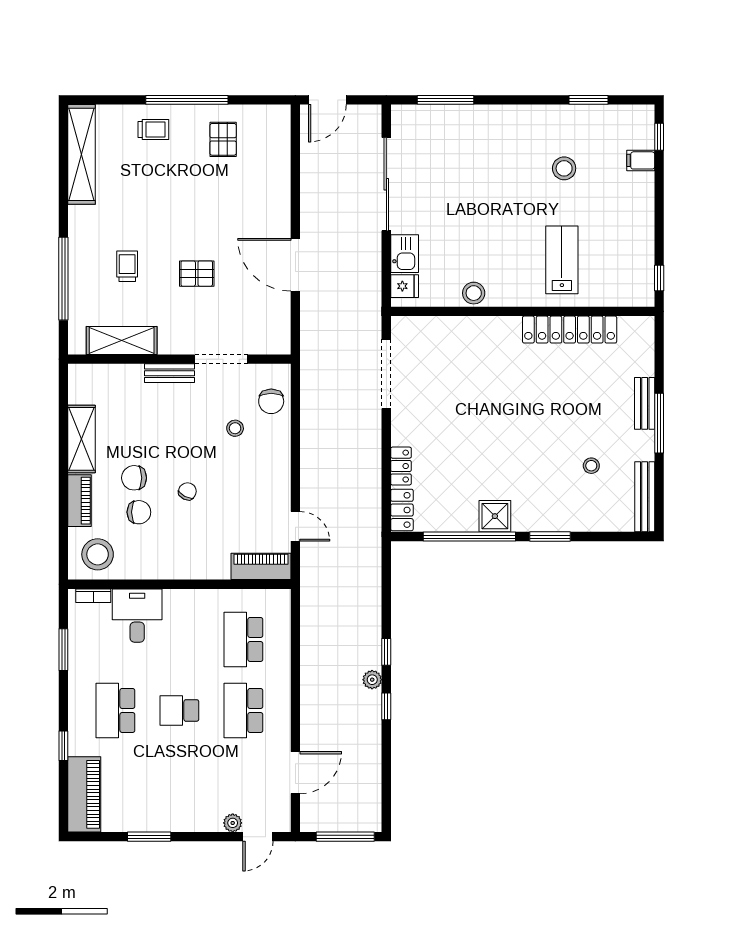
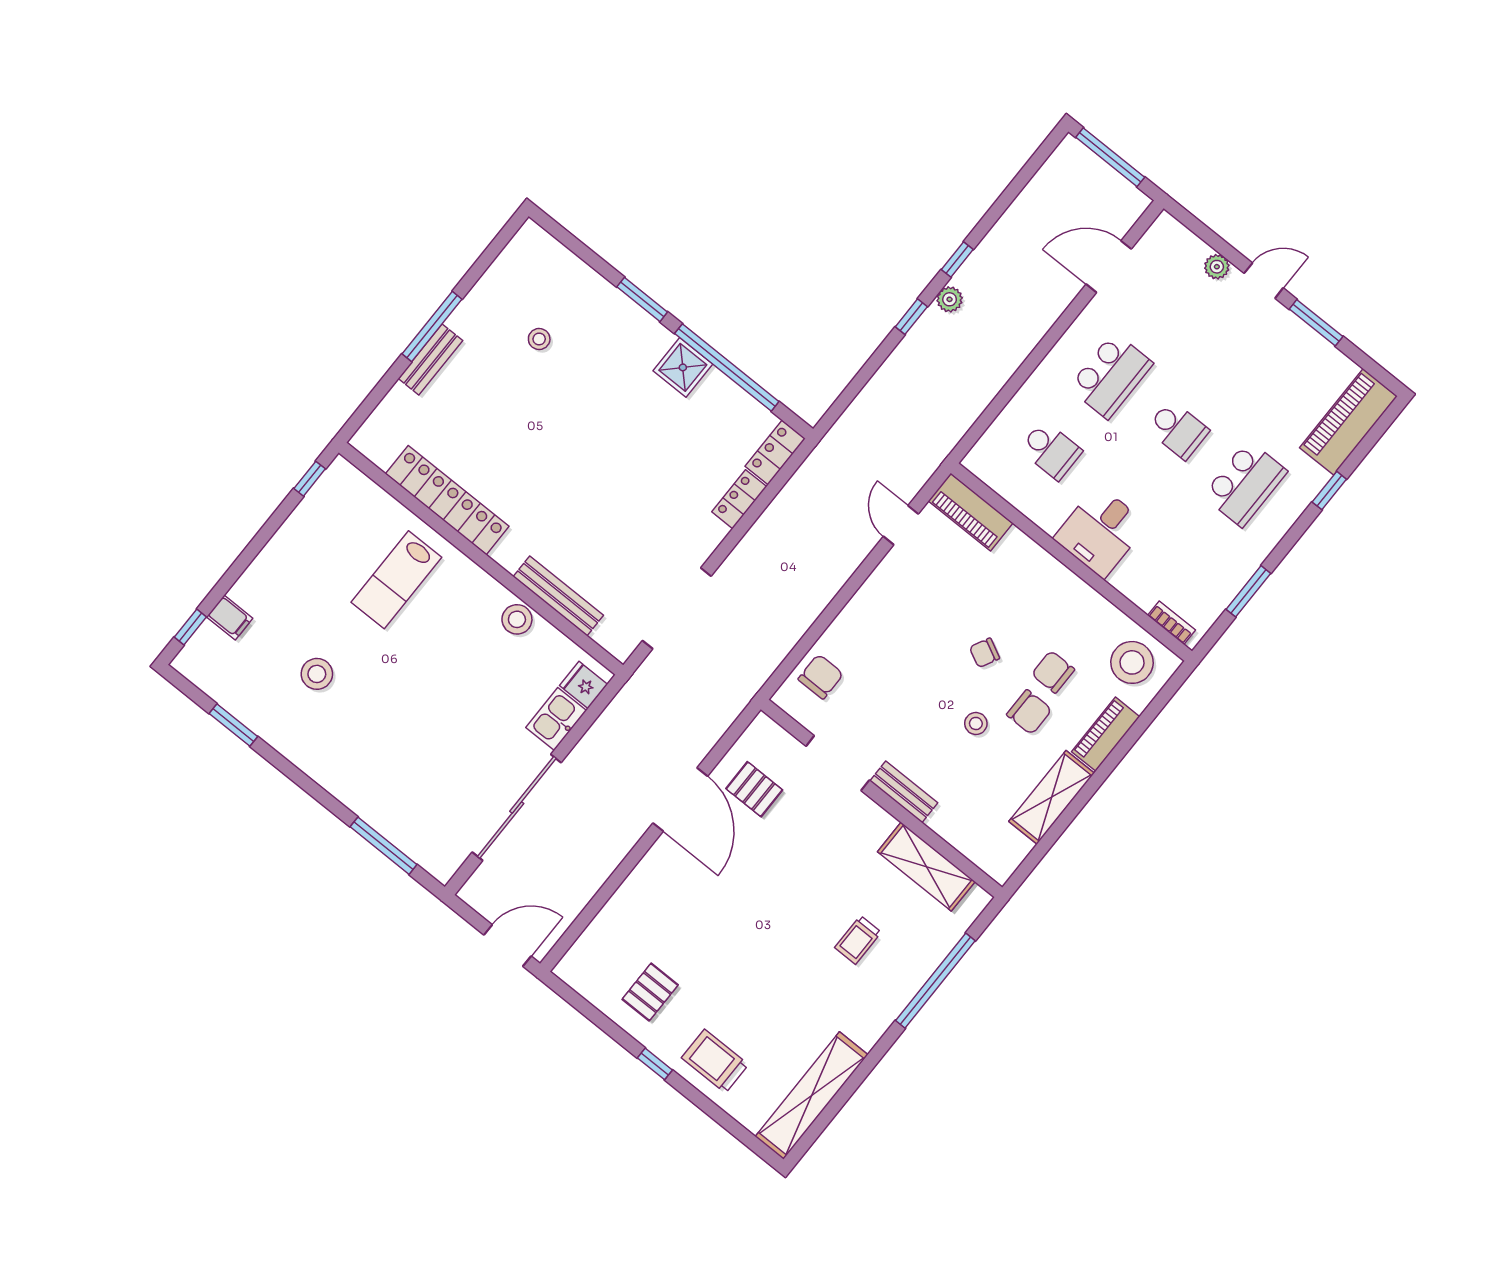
window: (187, 100) -> (655, 1064), width x0.32
trolley: (153, 129) -> (715, 1061), width x1.36, depth x1.39
pallet: (197, 274) -> (754, 789), moved
stool: (235, 428) -> (976, 723), moved
bench: (645, 497) -> (558, 596), moved, turned 90
desk: (137, 616) -> (1101, 531), moved
school desk: (243, 639) -> (1051, 450), width x0.54
door: (258, 837) -> (1264, 281), moved

